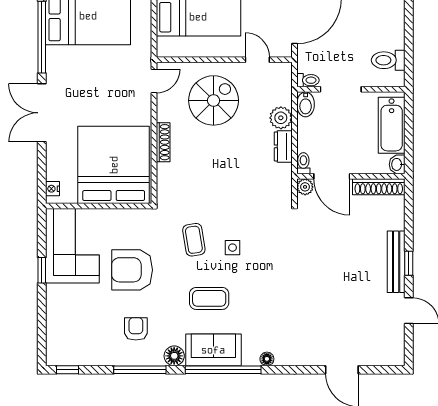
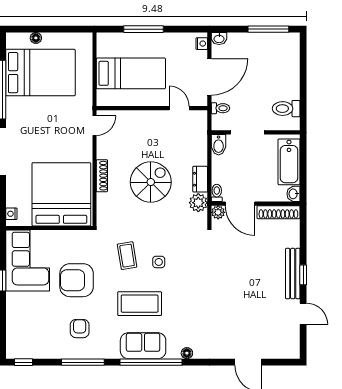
toilet: (308, 80) -> (220, 108), moved
spiral stairs: (214, 100) -> (151, 182), moved
plant: (281, 118) -> (198, 203), moved
coffee table: (209, 298) -> (140, 304), width x1.36, depth x1.32
floor lamp: (174, 356) -> (111, 351), removed

